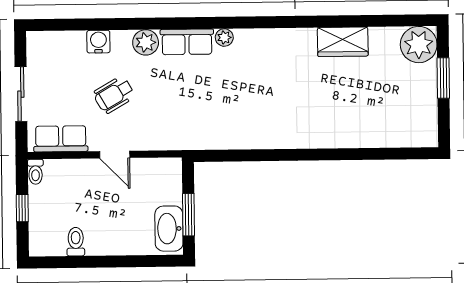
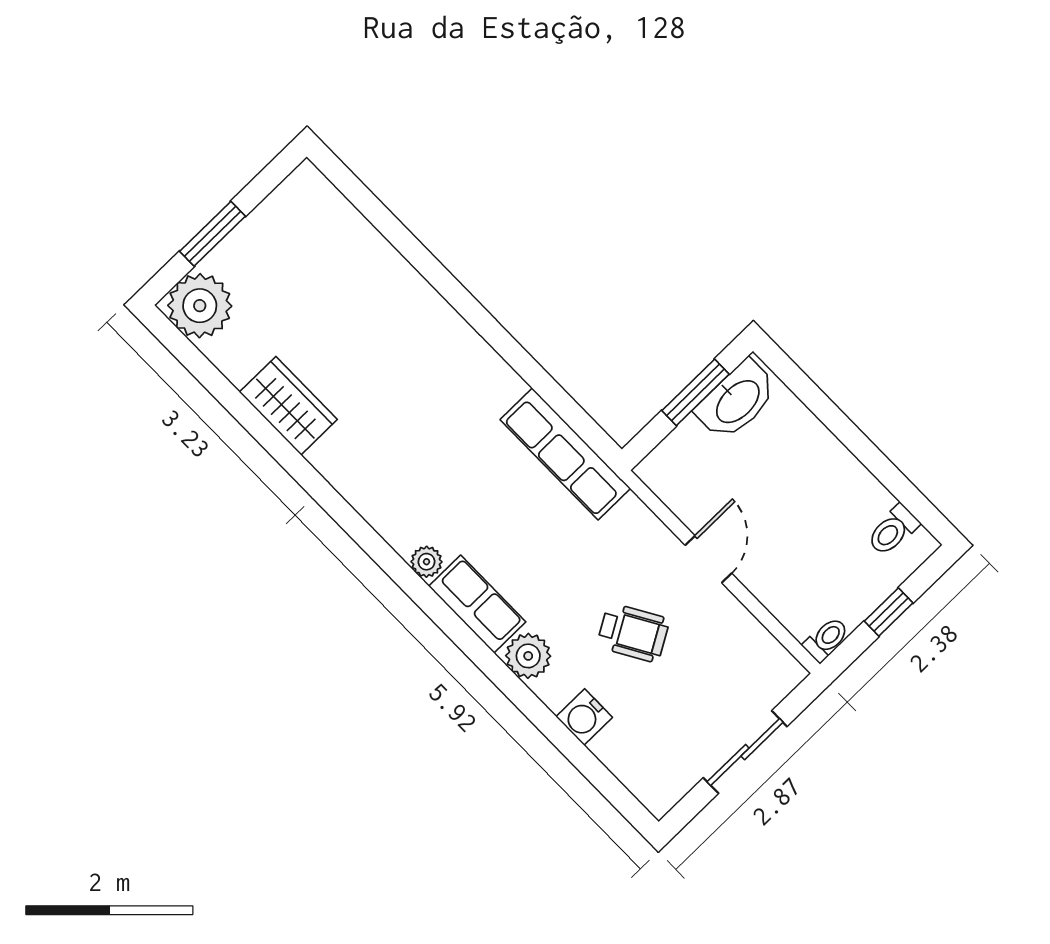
row of seats: (61, 139) -> (565, 454), moved, width x1.48
toilet: (76, 242) -> (893, 530), moved

